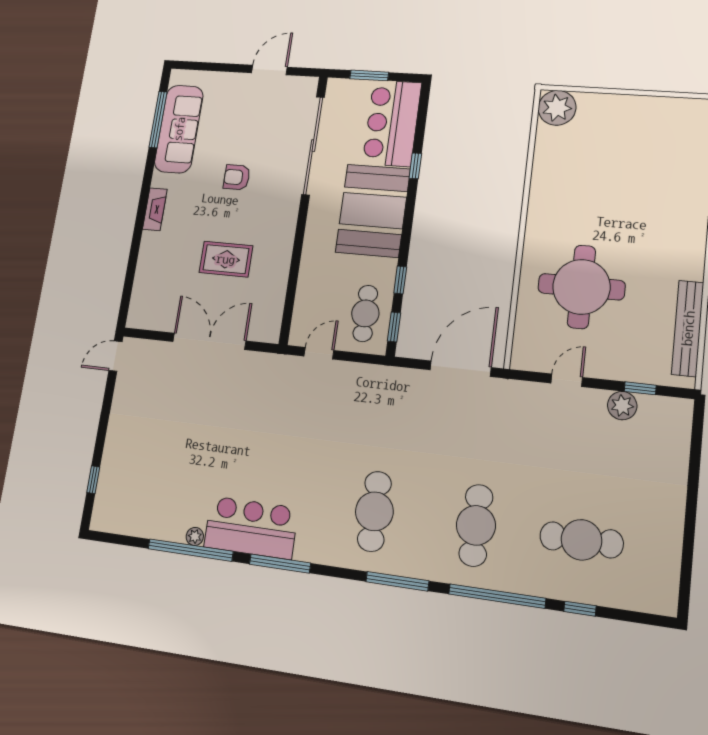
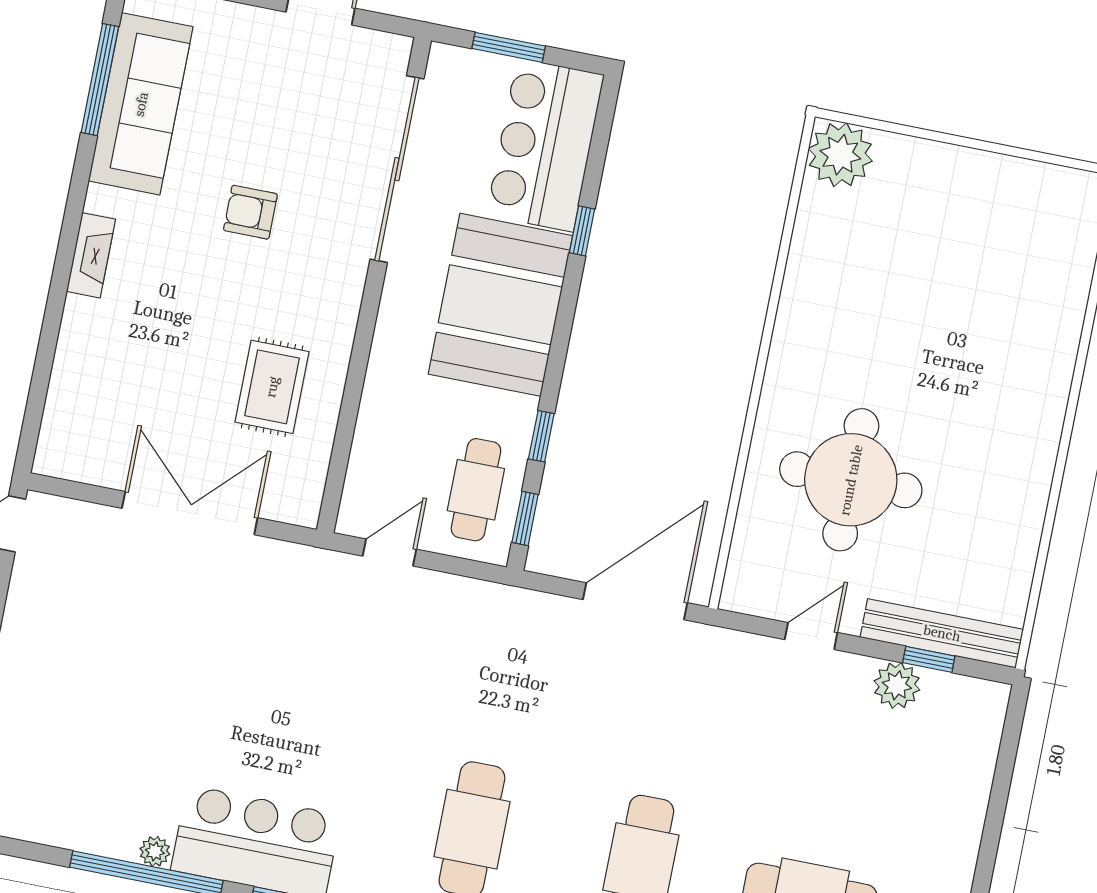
rug: (226, 259) -> (272, 387), moved, turned 90
bench: (688, 328) -> (942, 633), moved, turned 90

